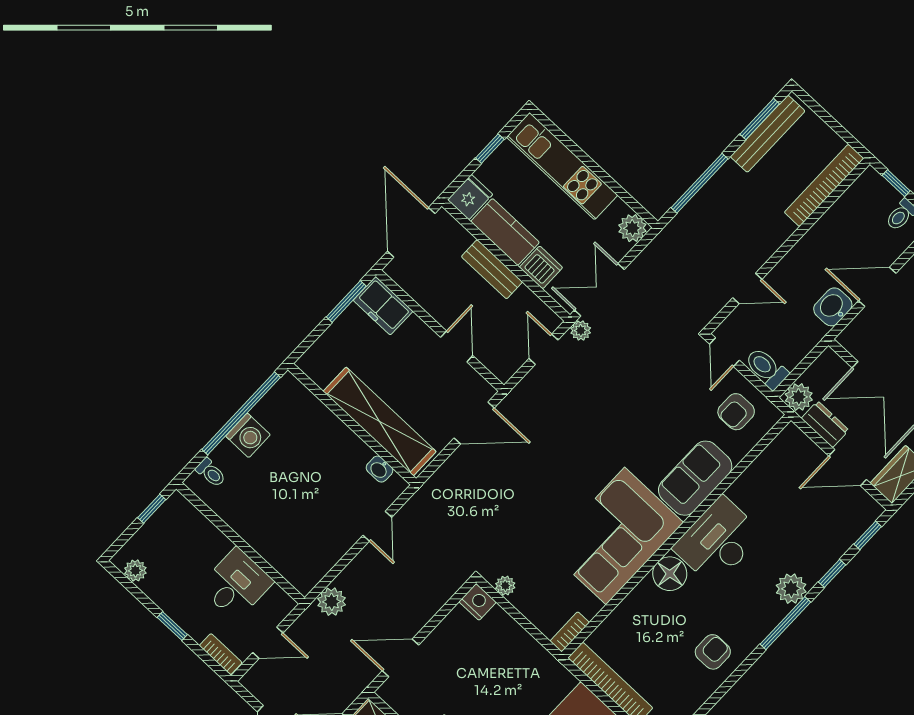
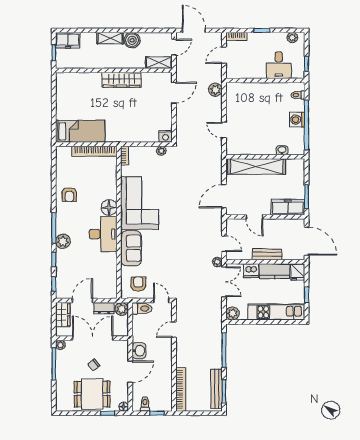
freezer: (383, 306) -> (288, 207), width x1.40
washbasin: (379, 469) -> (282, 150), moved
desk: (236, 584) -> (279, 65), moved

